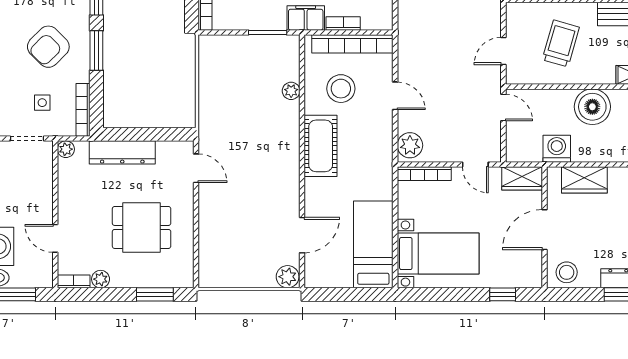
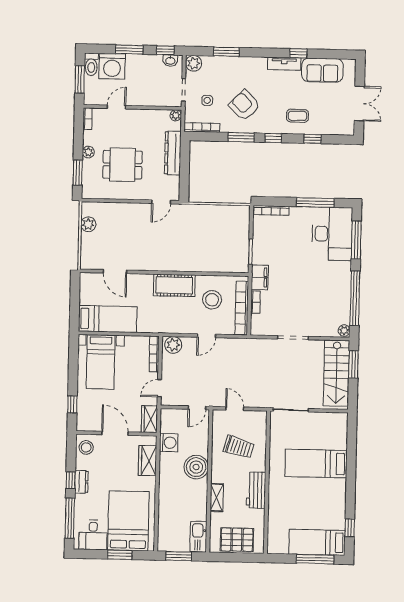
plant: (291, 91) -> (211, 266), removed
dining table: (142, 227) -> (123, 165), turned 90
plant: (288, 277) -> (88, 224), moved
plant: (101, 279) -> (88, 152), moved

